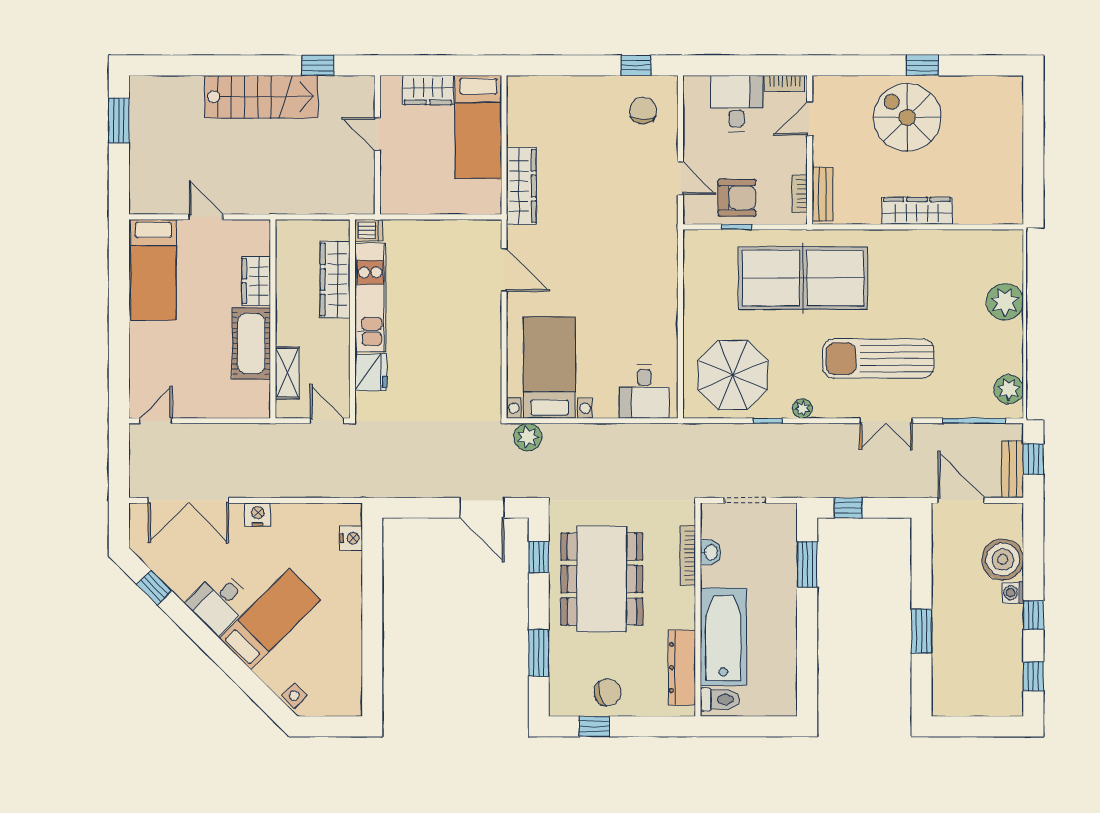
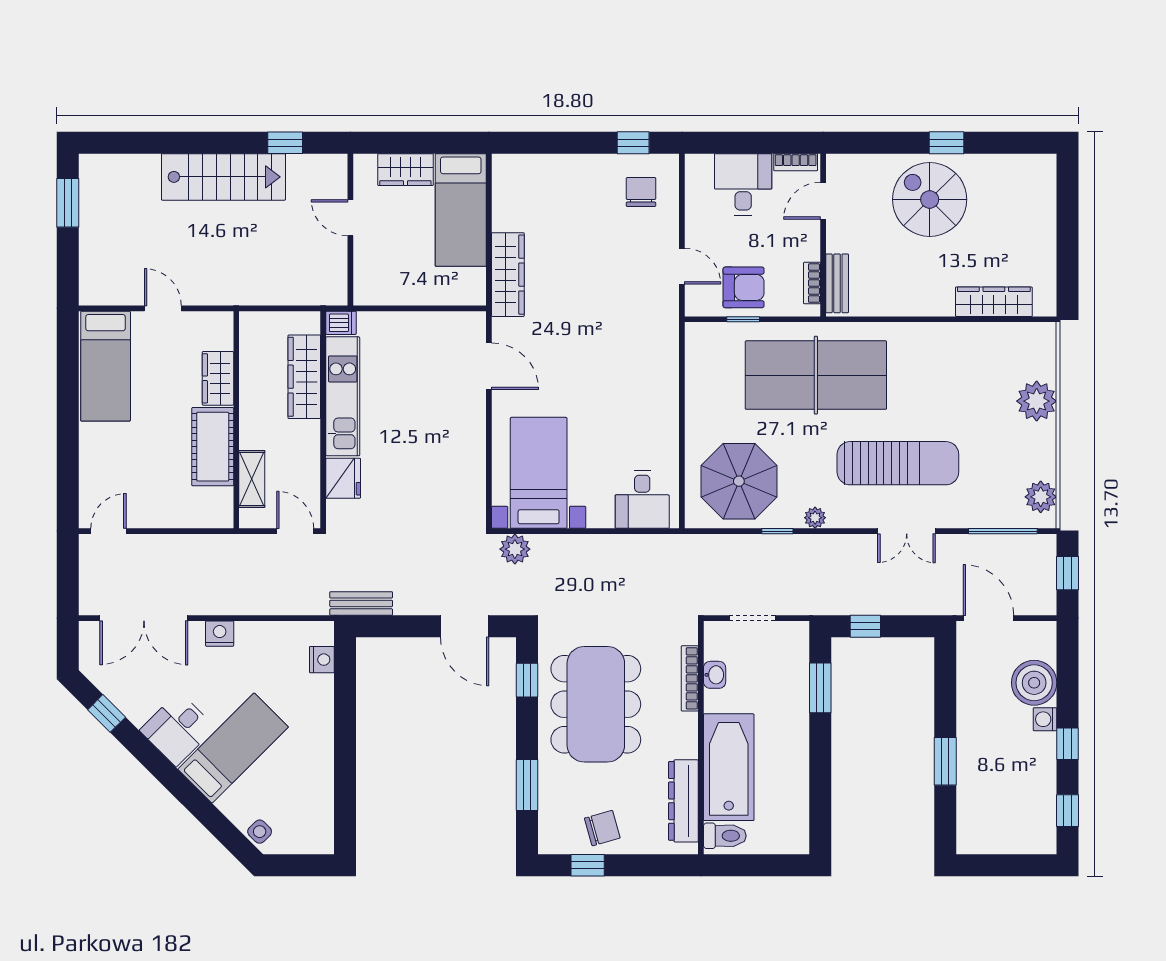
wardrobe: (917, 211) -> (994, 302), moved
sun lounger: (878, 359) -> (898, 463), turned 180
bench: (1012, 469) -> (361, 603), moved, turned 90

